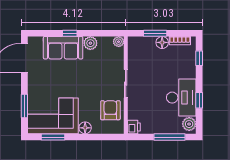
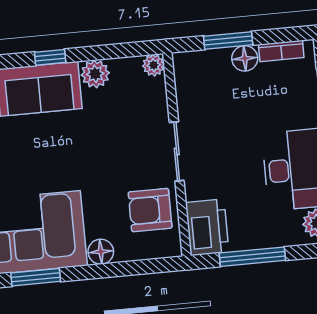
armchair: (110, 110) -> (150, 210), turned -90
printer: (134, 127) -> (207, 227), width x1.87, depth x1.48
window: (169, 137) -> (252, 257), moved

